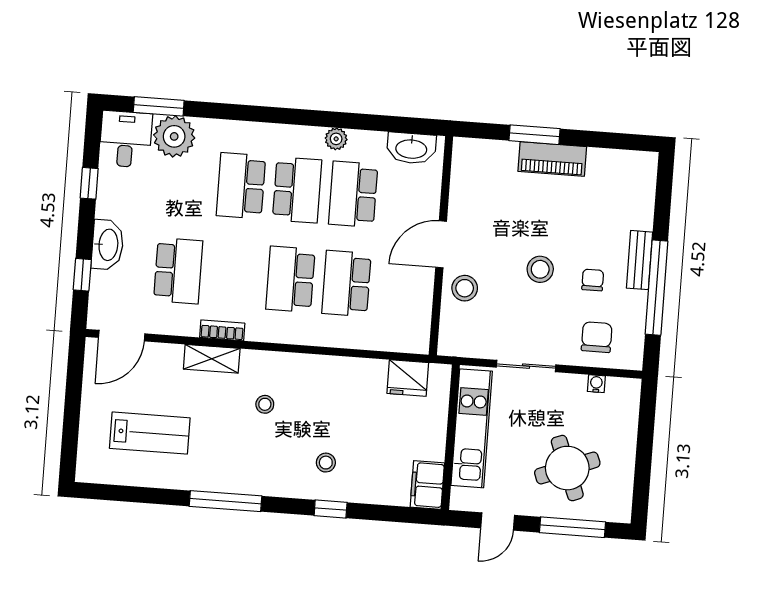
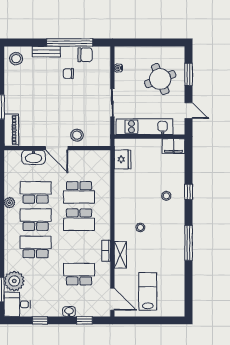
washbasin: (411, 148) -> (33, 157), moved, turned 90
piano: (552, 159) -> (11, 130), moved
school desk: (241, 186) -> (36, 247), turned 180
school desk: (353, 194) -> (36, 192), turned 180
washbasin: (108, 245) -> (69, 312), width x0.52, depth x0.69
bench: (640, 260) -> (46, 52), moved
stool: (540, 269) -> (16, 59), moved
chair: (597, 337) -> (85, 55), moved, turned 180
lab bench: (150, 433) -> (148, 291), moved
window: (572, 527) -> (189, 74), width x0.69

